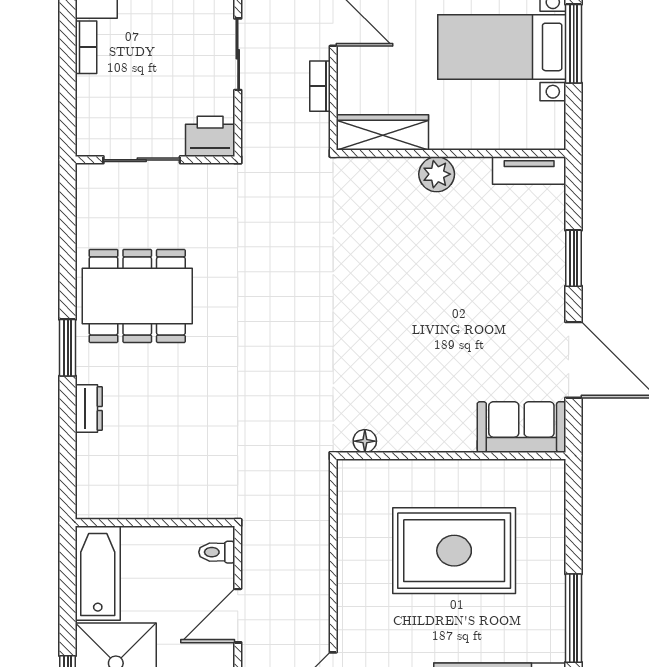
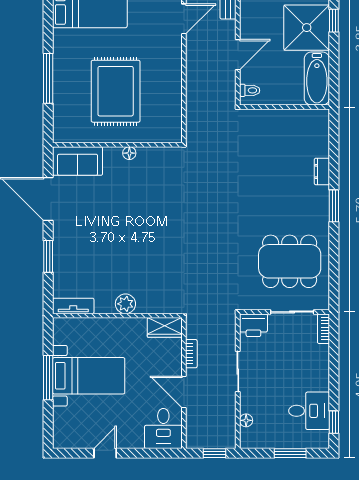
bookcase: (86, 47) -> (324, 329), moved
wardrobe: (382, 132) -> (165, 327), width x0.67
dining table: (137, 296) -> (290, 261), moved
floor lamp: (365, 441) -> (129, 153), moved
rug: (454, 551) -> (116, 91), turned 90
window: (574, 618) -> (48, 78), moved

